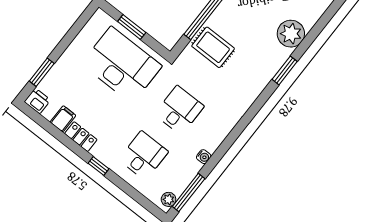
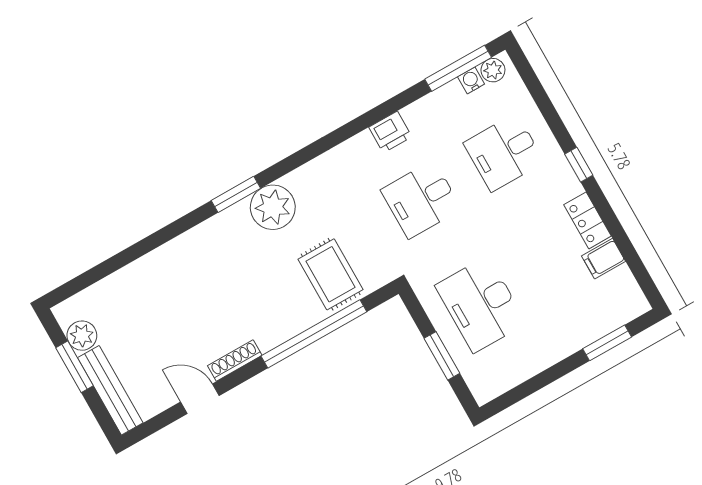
plant: (291, 34) -> (273, 207), moved
desk: (122, 65) -> (481, 304), width x0.73, depth x0.77
printer: (37, 101) -> (390, 132), moved, turned -90
water cooler: (204, 157) -> (471, 80), moved

